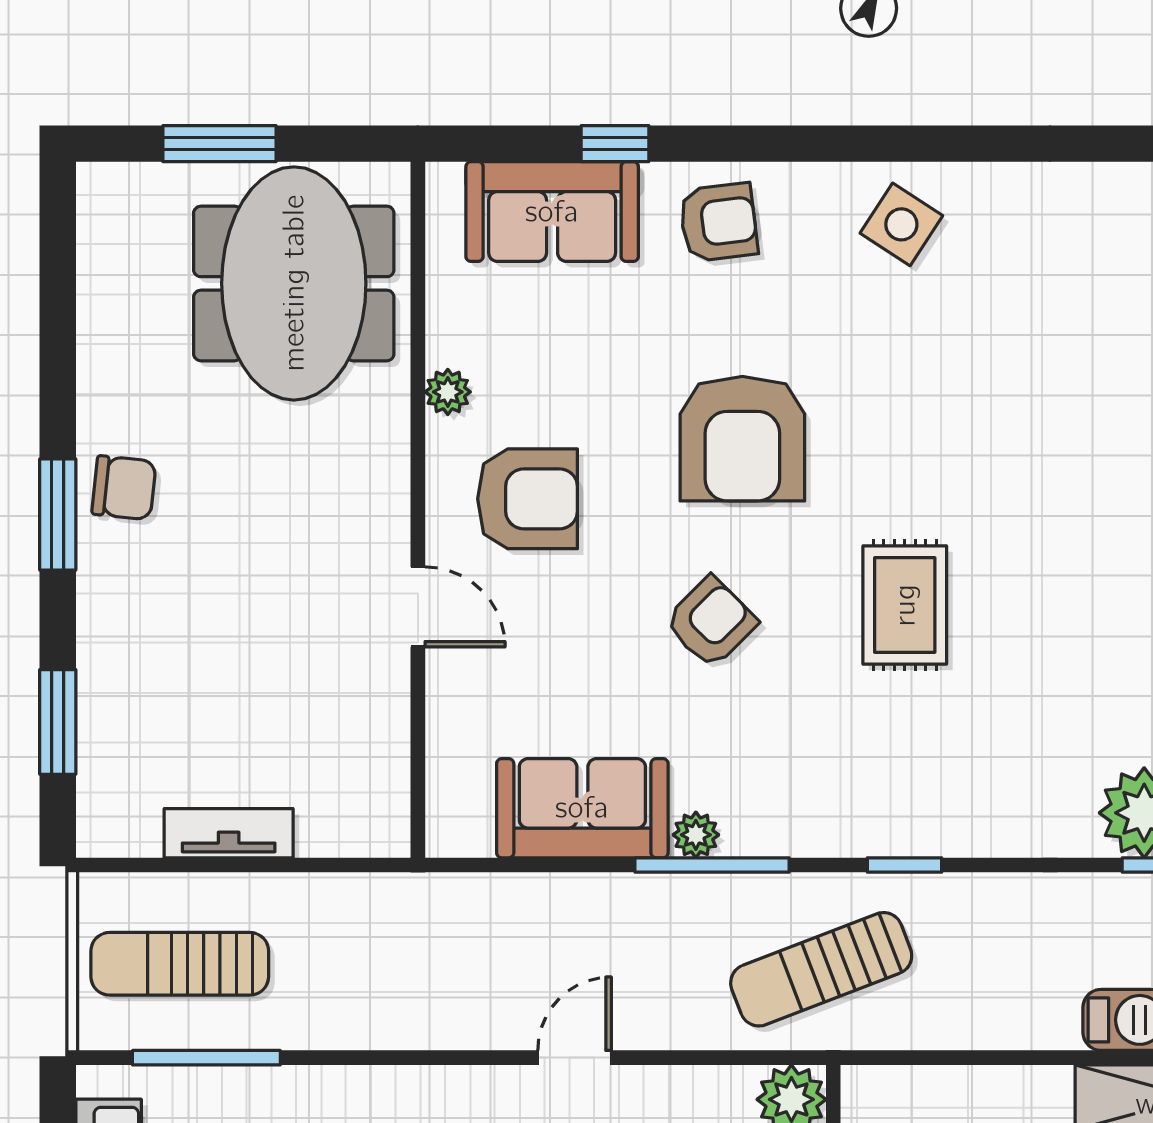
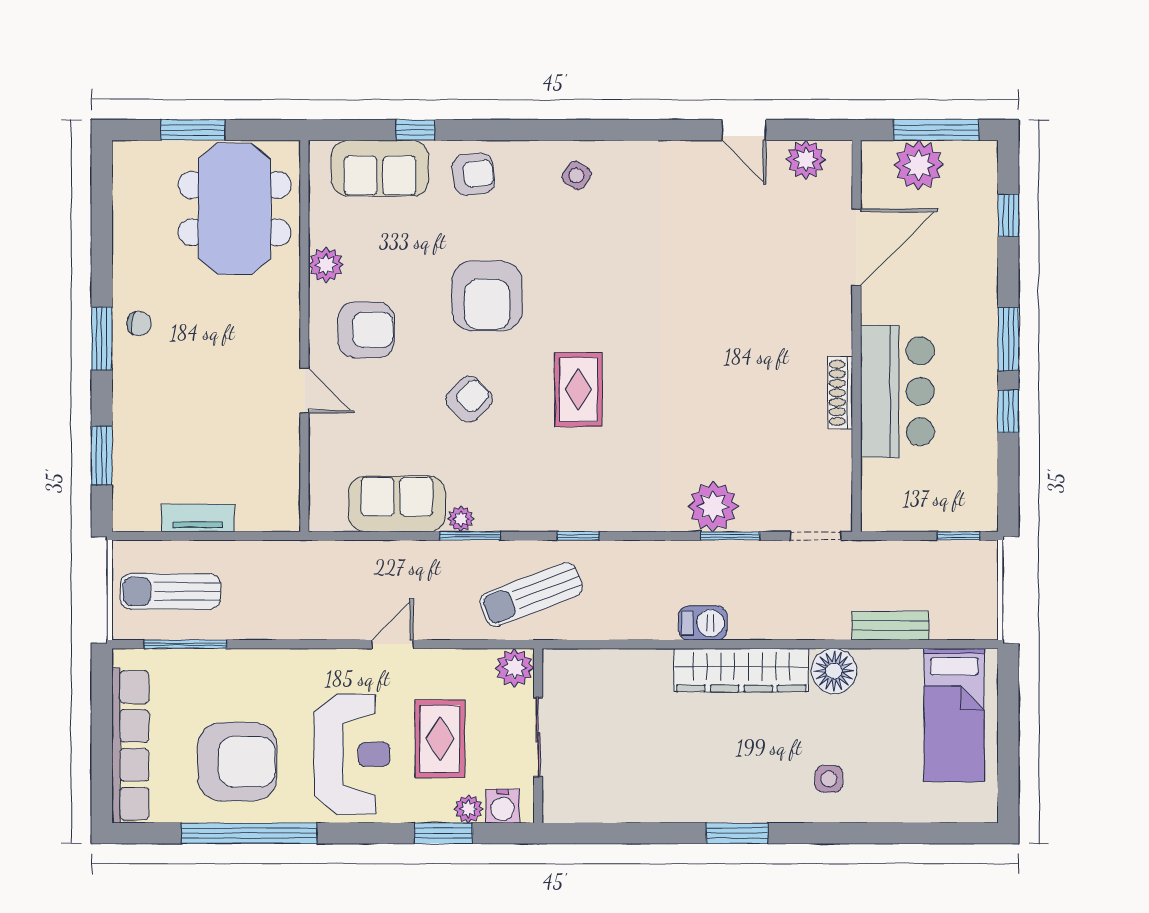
side table: (901, 224) -> (576, 175), width x0.73, depth x0.73
plant: (448, 392) -> (326, 265), width x1.38, depth x1.38
chair: (124, 488) -> (139, 324), width x0.73, depth x0.73
window: (712, 865) -> (470, 536), width x0.69

